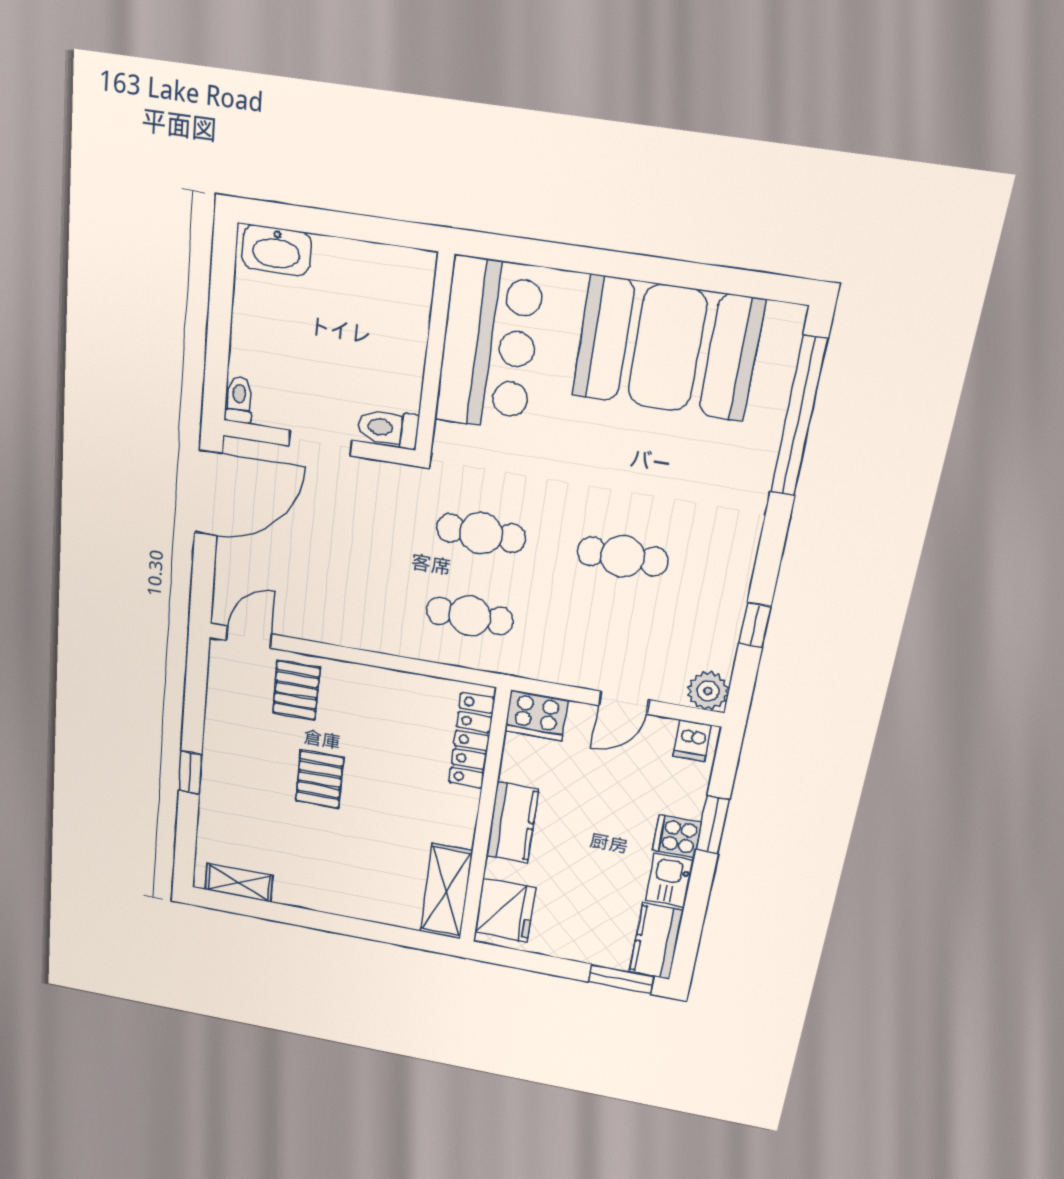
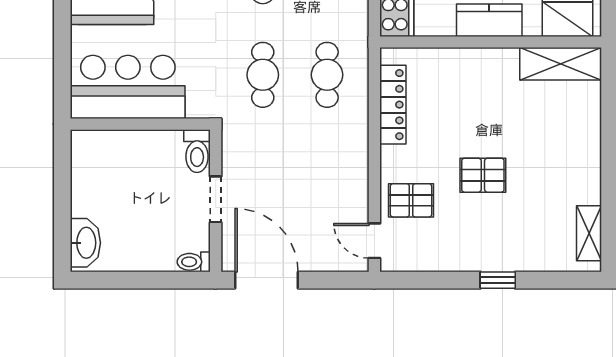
locker: (472, 741) -> (393, 105), moved, turned -90

